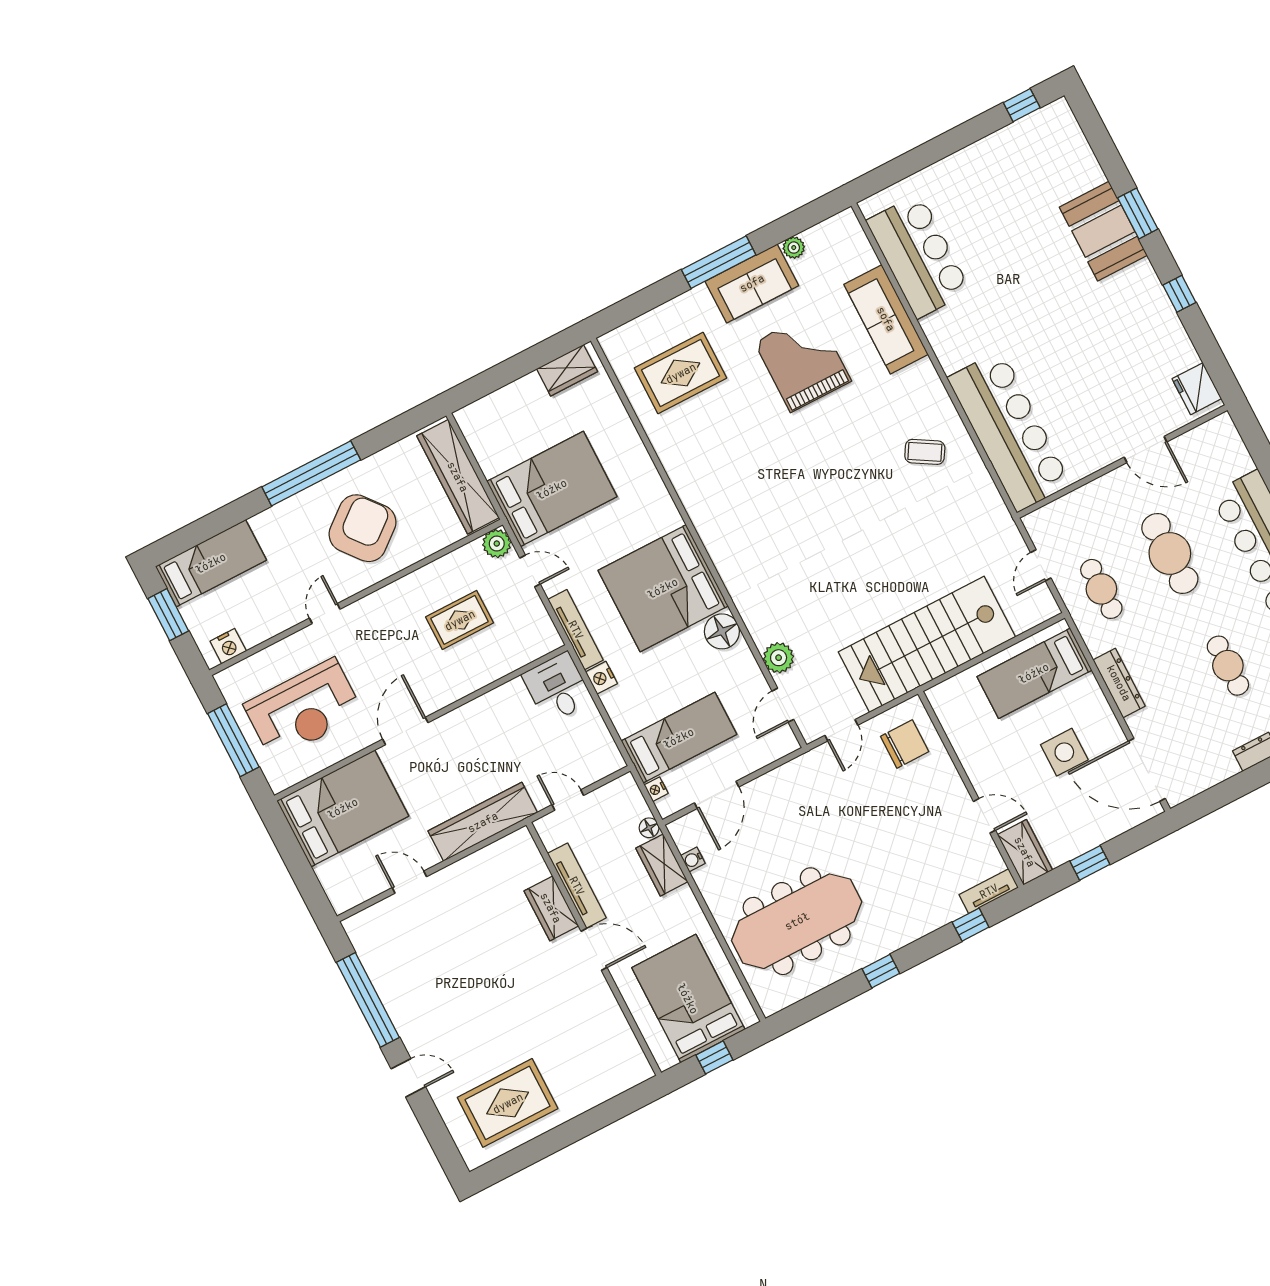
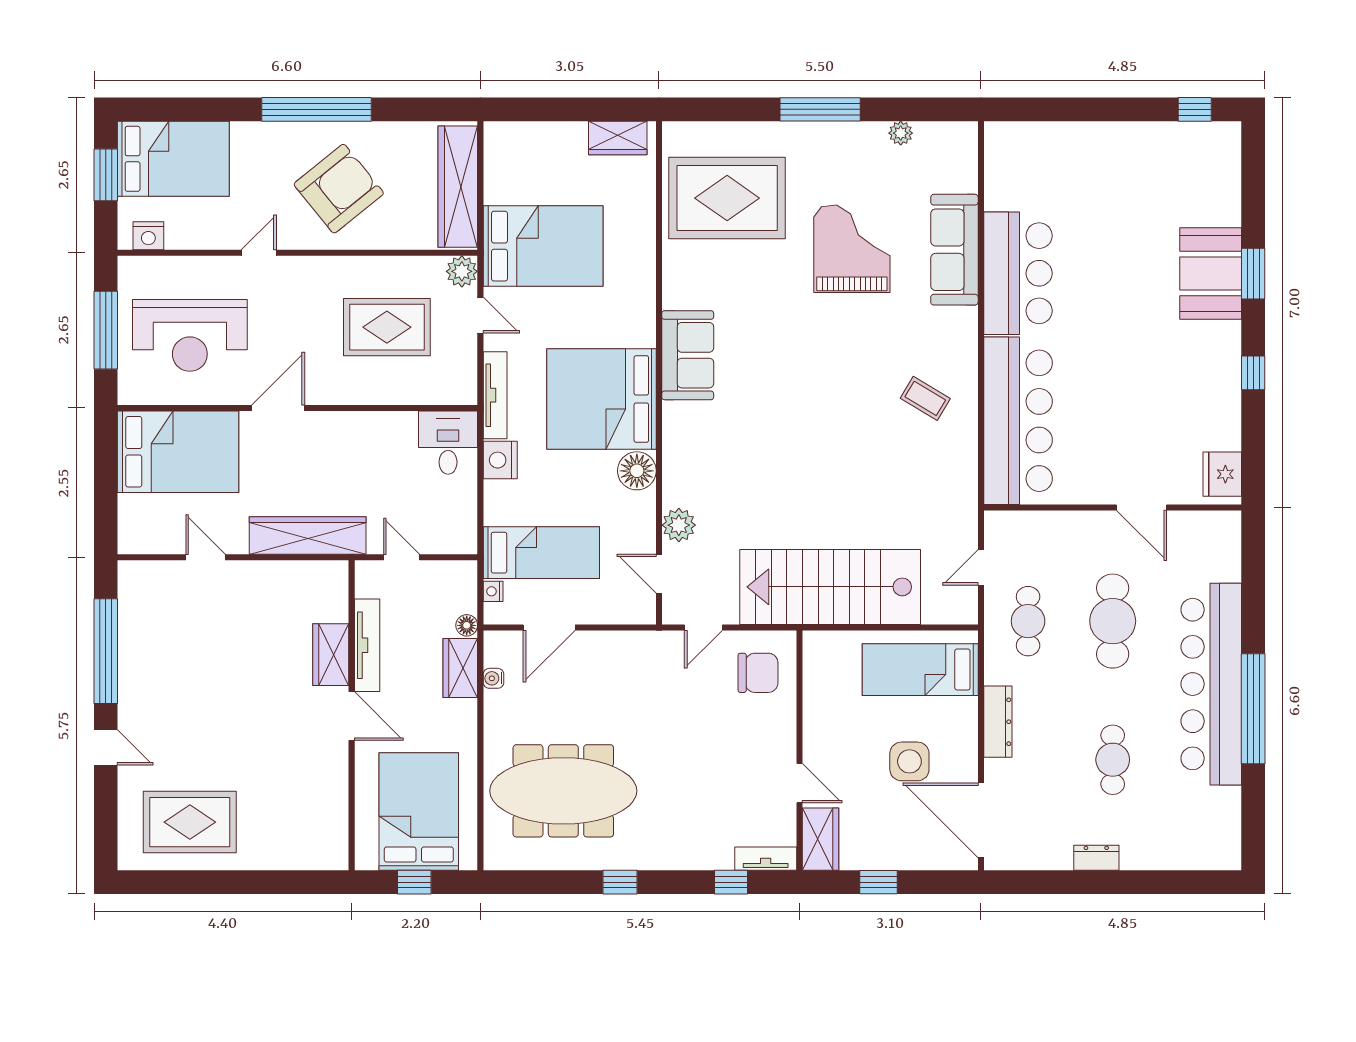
bar counter: (918, 256) -> (1018, 273), moved
sofa: (752, 283) -> (688, 355), moved, turned -90
rug: (681, 373) -> (727, 198), width x1.37, depth x1.44
bed: (211, 563) -> (173, 159), width x1.50
rug: (460, 620) -> (387, 327), width x1.36, depth x1.43
nightstand: (601, 678) -> (500, 460), width x1.36, depth x1.33
door: (783, 705) -> (659, 574), hinge flipped

